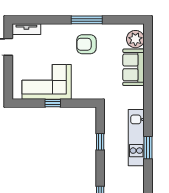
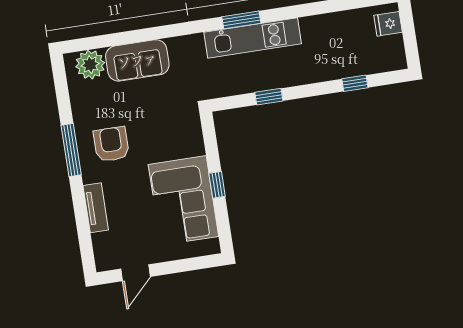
tv unit: (26, 29) -> (96, 208), moved
armchair: (86, 44) -> (111, 144), turned 180
window: (148, 148) -> (241, 20), moved

